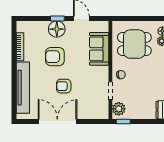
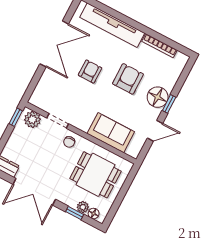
dining table: (134, 44) -> (95, 175), turned 90

